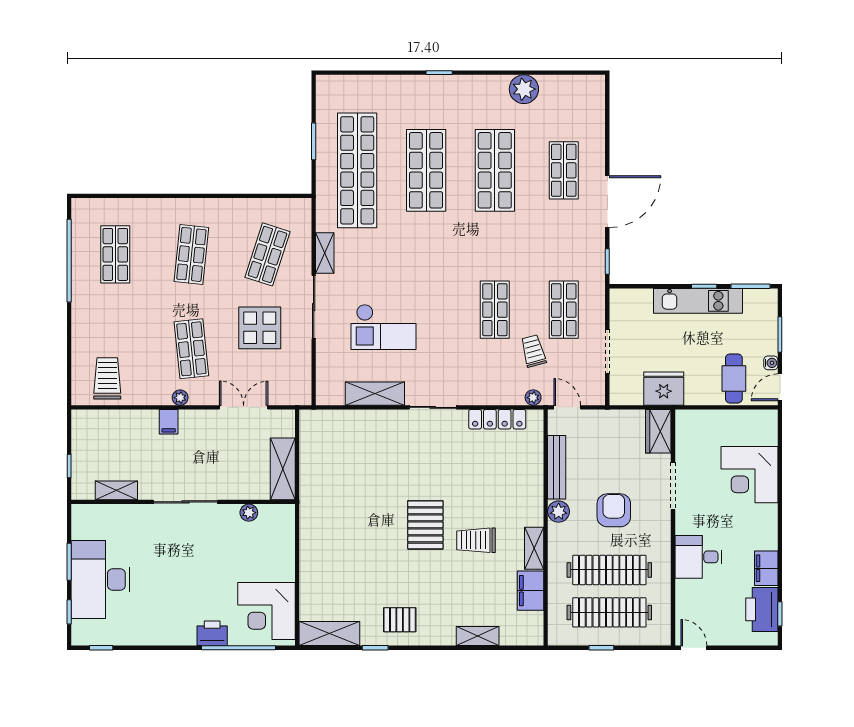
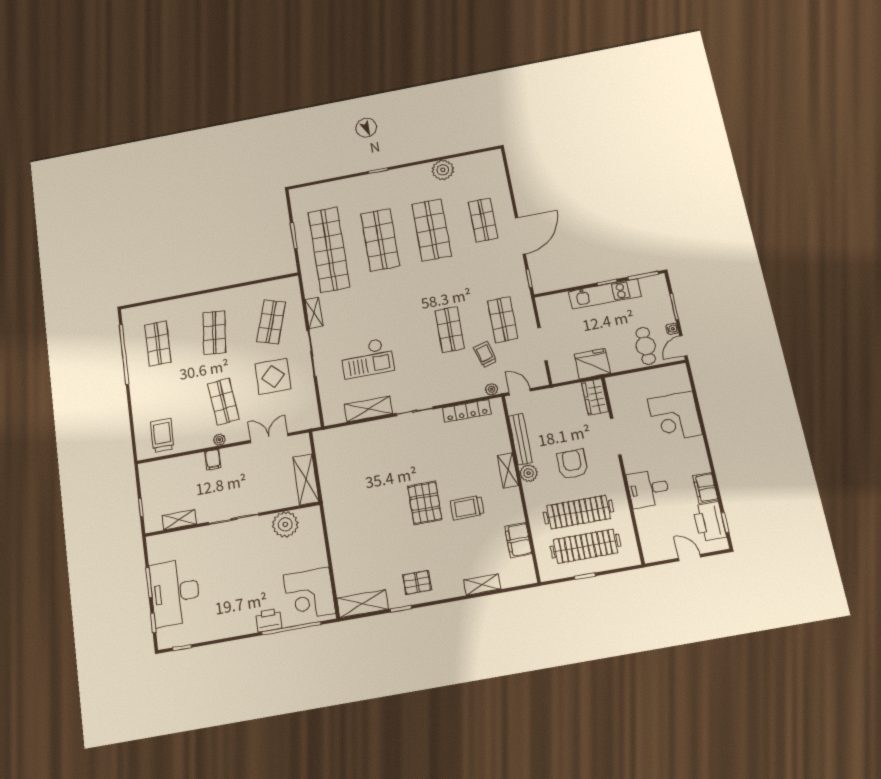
plant: (249, 513) -> (285, 524), width x1.88, depth x1.88
shelving: (534, 548) -> (508, 470), moved
door: (694, 648) -> (689, 558), moved

